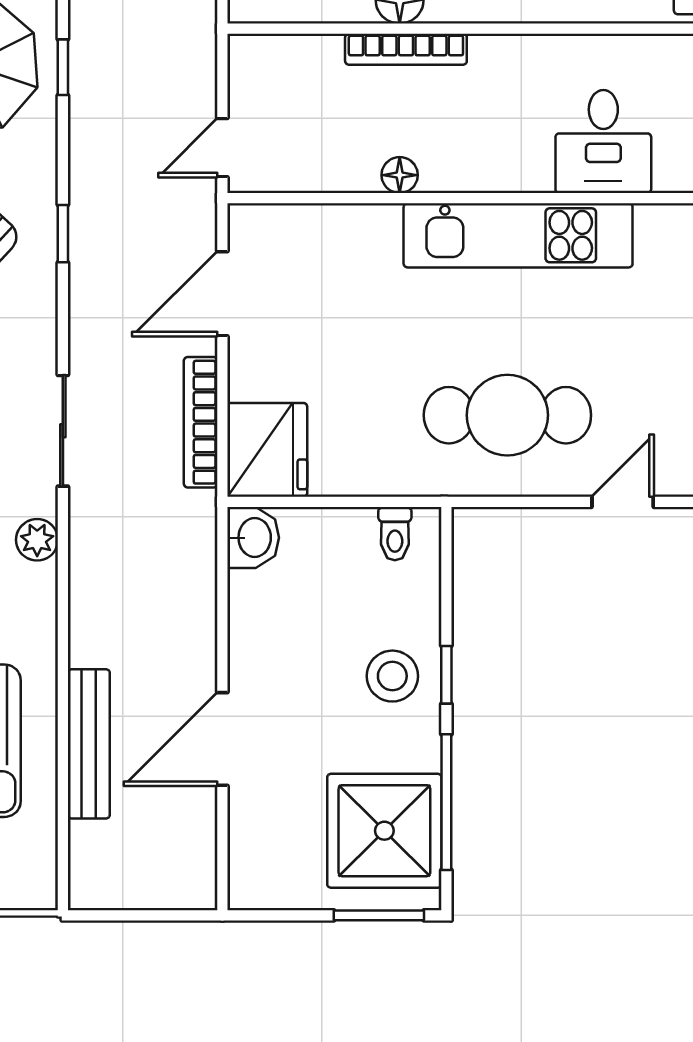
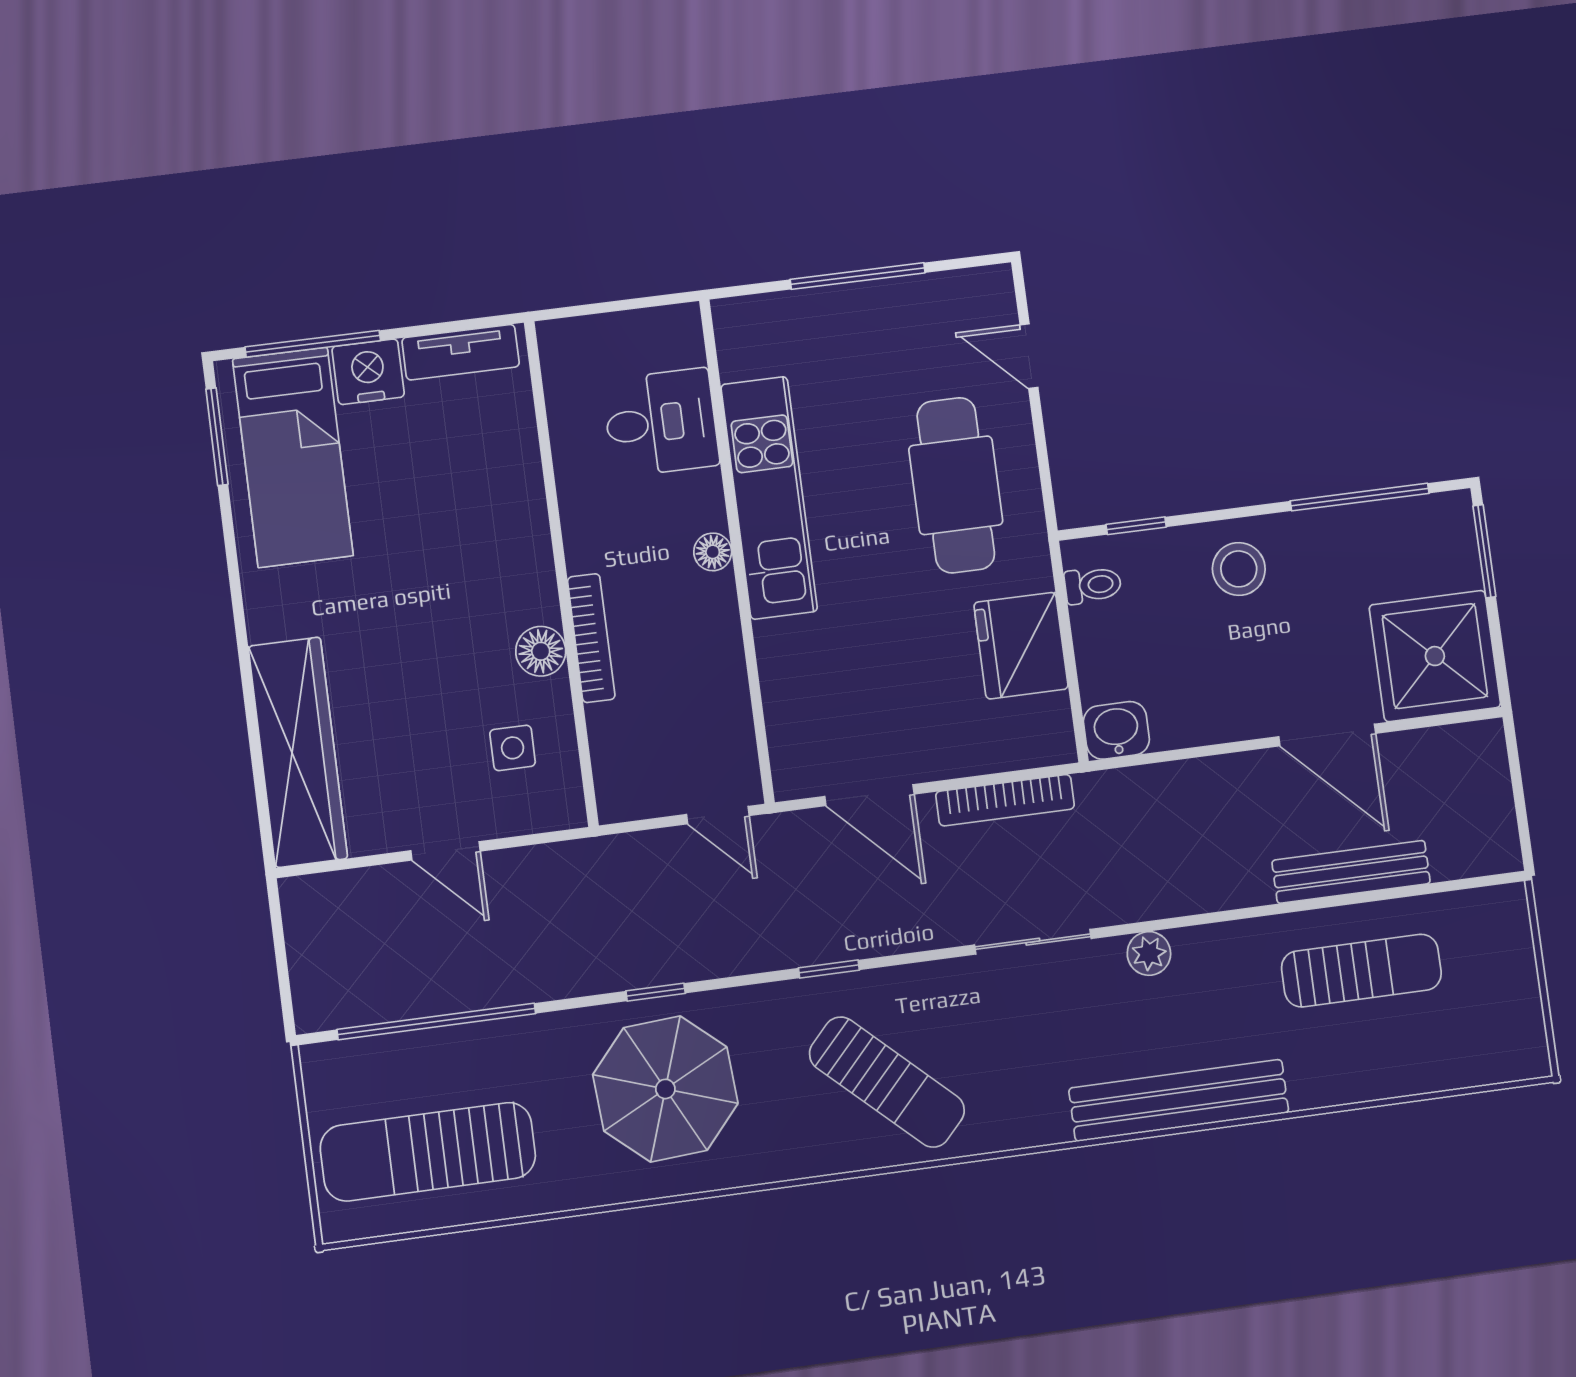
floor lamp: (400, 175) -> (713, 552), moved
fridge: (267, 450) -> (1021, 646), moved, turned -90
window: (446, 675) -> (1136, 526), moved
shower: (384, 831) -> (1435, 656), moved

